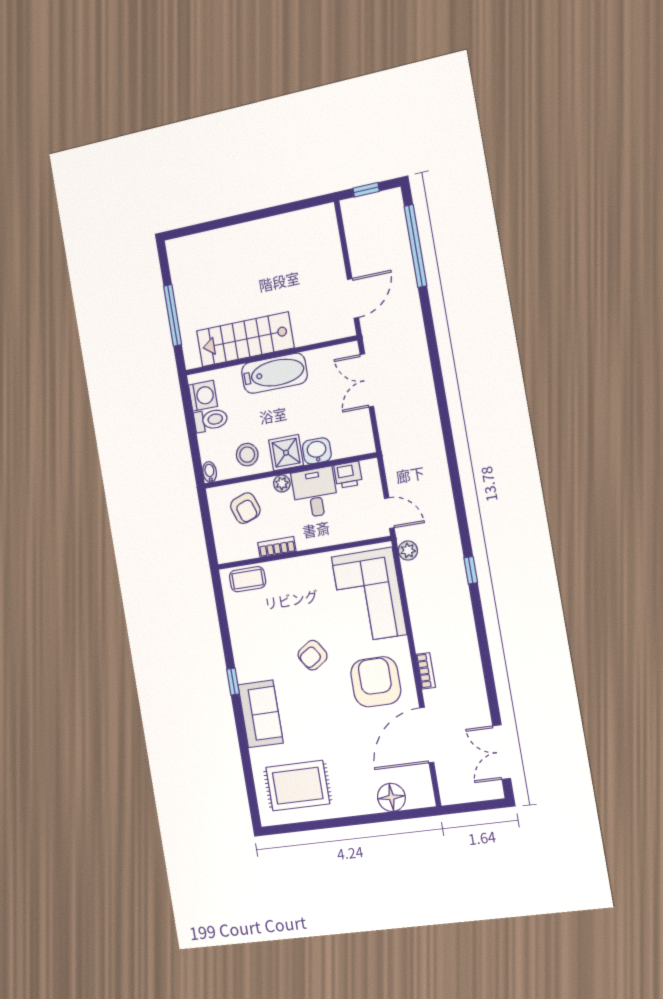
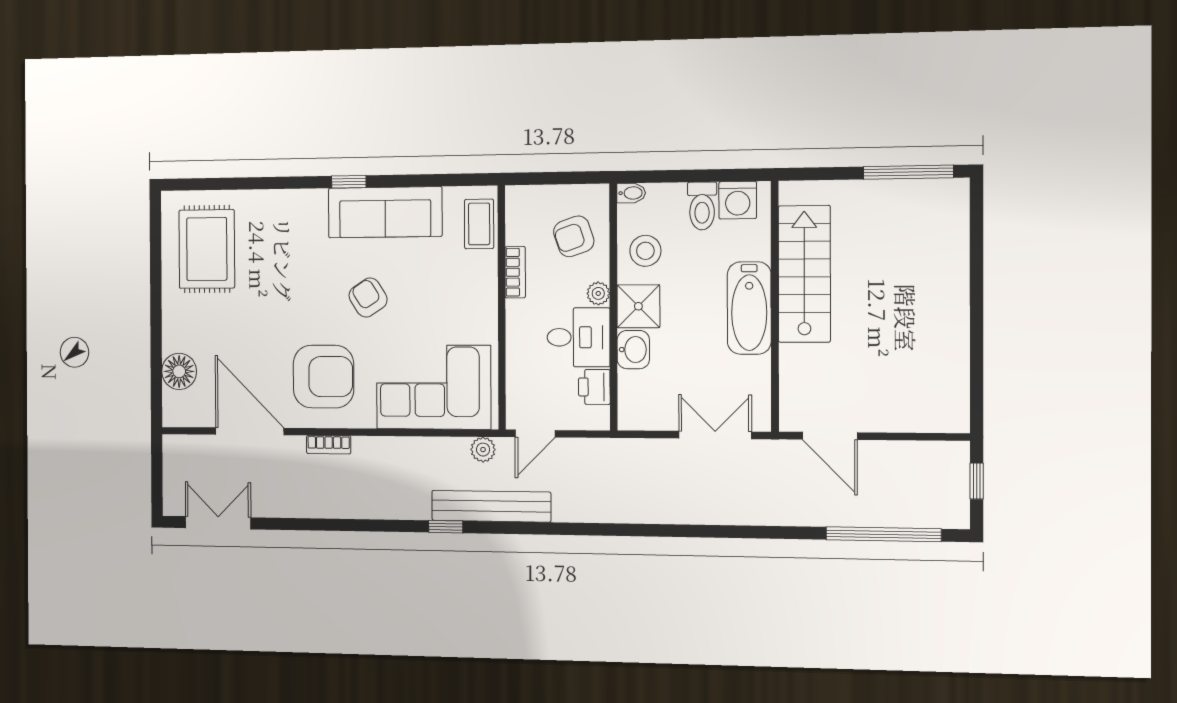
window: (173, 315) -> (908, 172), moved
bench: (449, 538) -> (491, 506), added
sofa: (261, 714) -> (385, 212), moved, width x1.36

